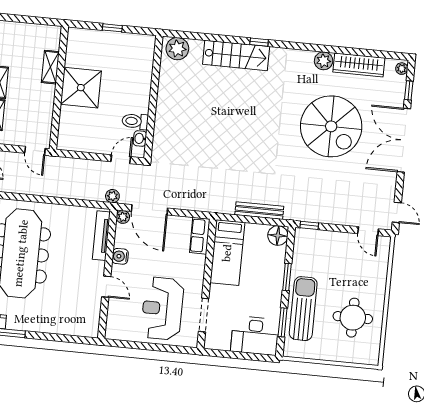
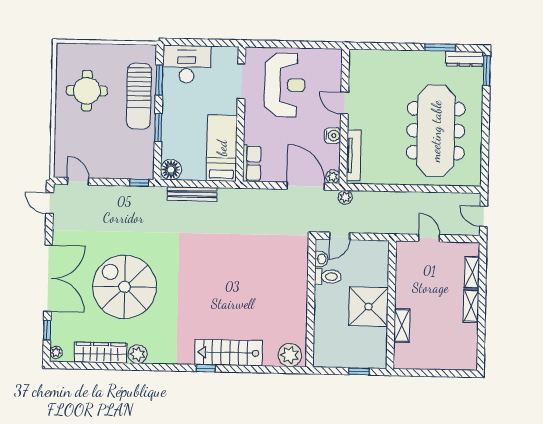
shelving: (50, 67) -> (402, 325), moved
wall: (59, 88) -> (391, 305), moved
shower: (81, 88) -> (369, 307), moved

